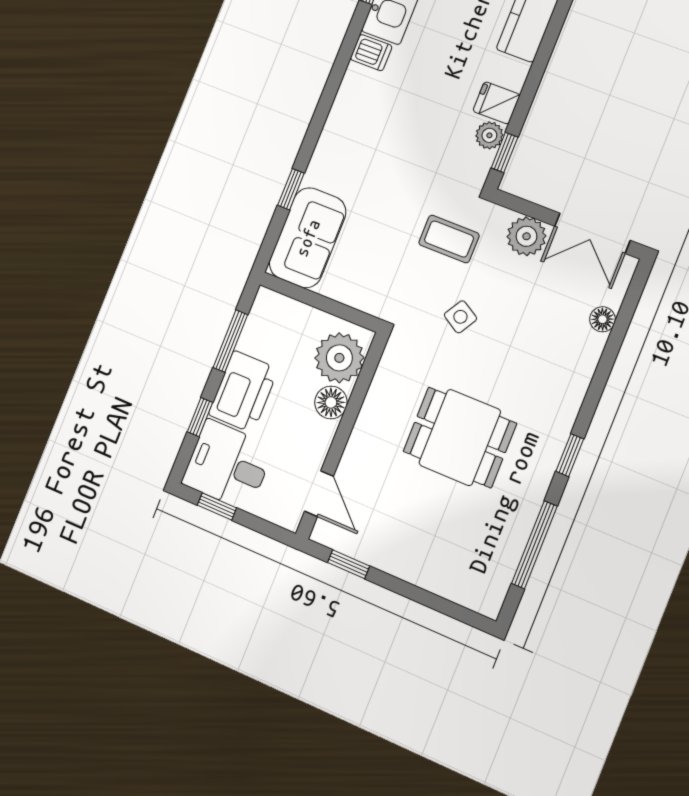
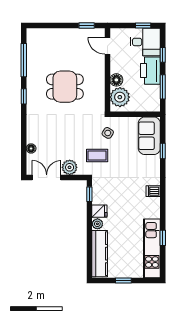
dishwasher: (371, 53) -> (153, 191), moved
plant: (489, 135) -> (97, 224), moved
side table: (460, 317) -> (108, 133), moved

